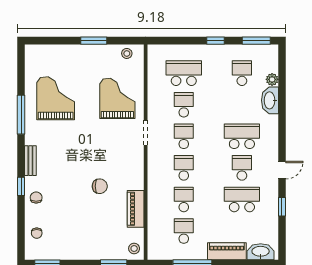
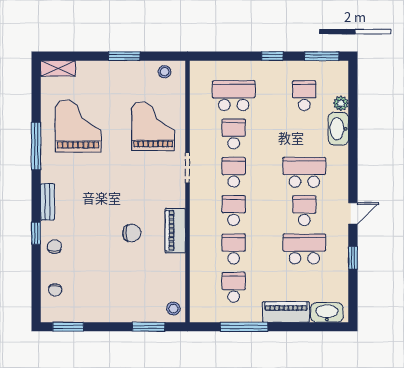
shelving: (39, 51) -> (58, 68), added
piano: (136, 209) -> (175, 231), moved

